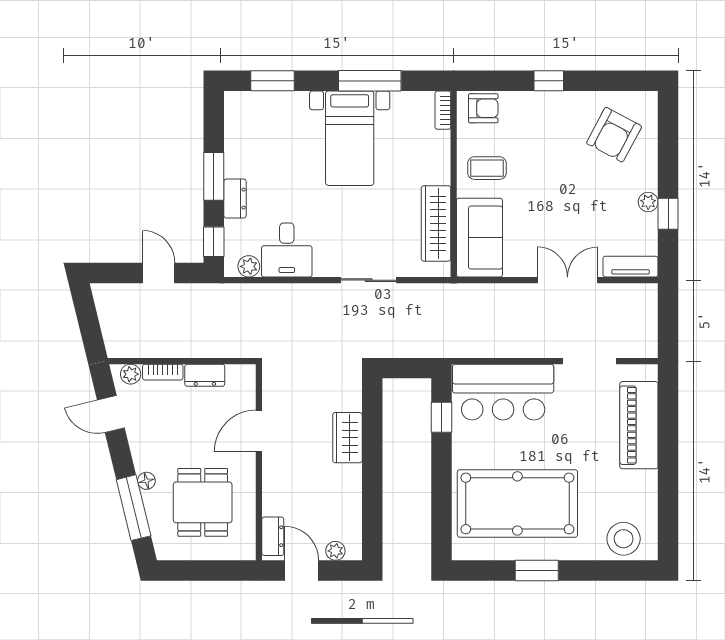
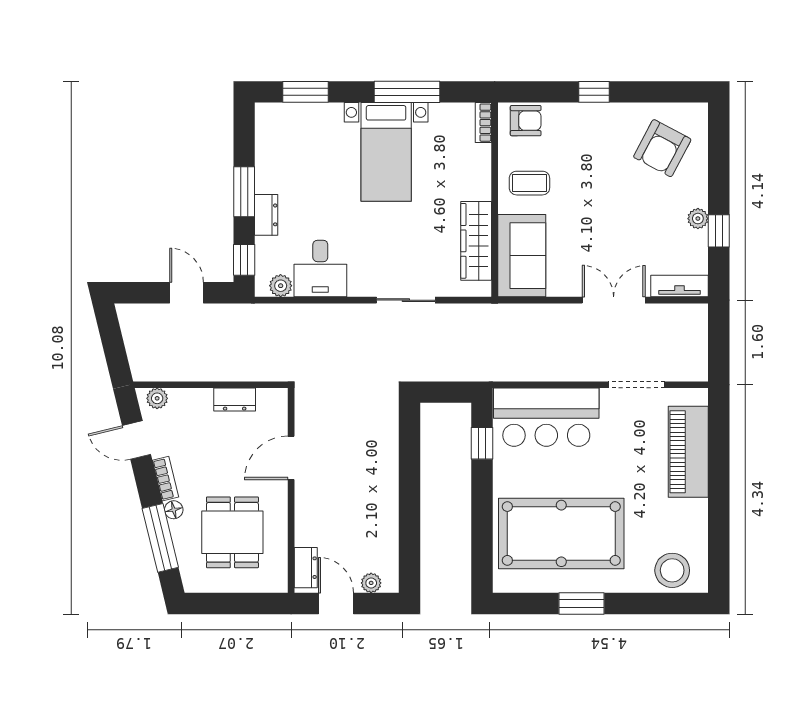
bookcase: (163, 372) -> (165, 479), moved, turned -104
wardrobe: (347, 438) -> (384, 465), removed

